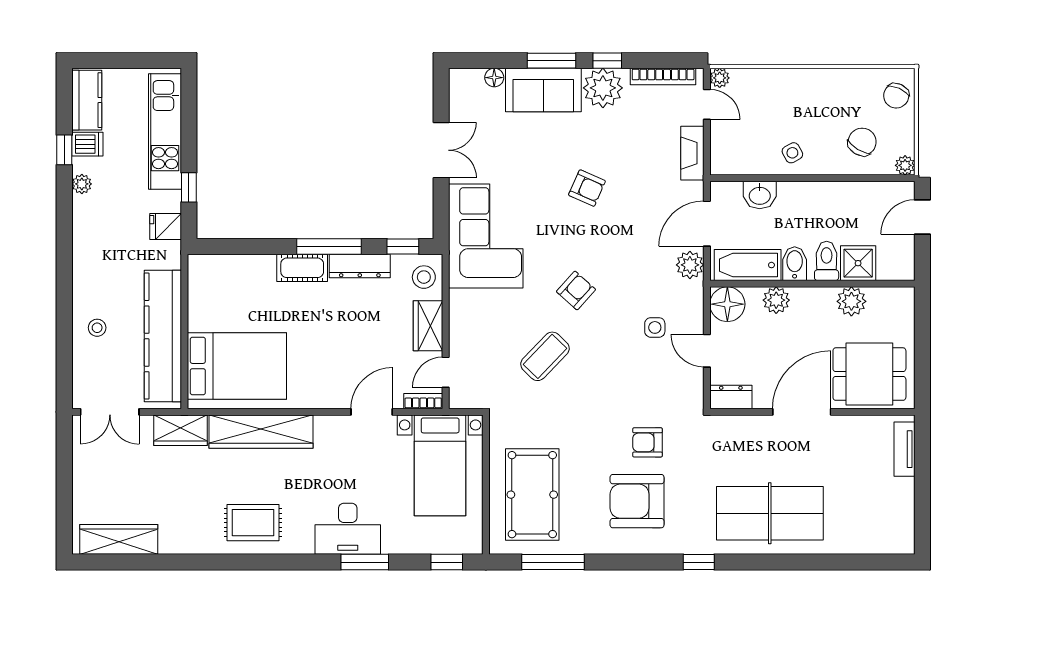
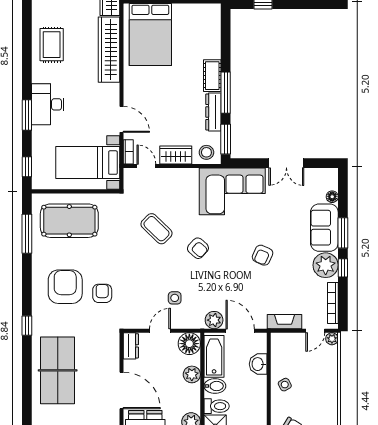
window: (403, 247) -> (226, 139), width x1.50

